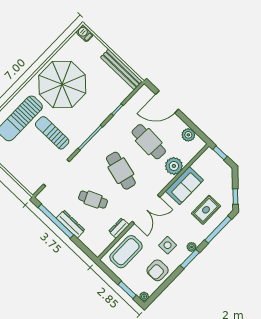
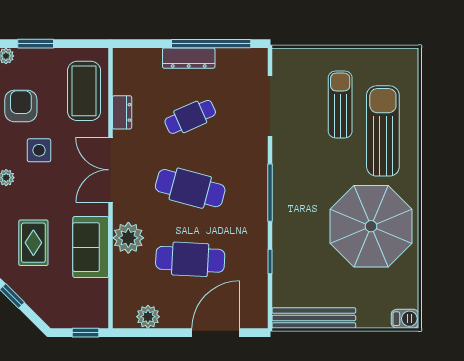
sun lounger: (52, 133) -> (340, 104), moved, turned -90
plant: (174, 166) -> (128, 238), moved

